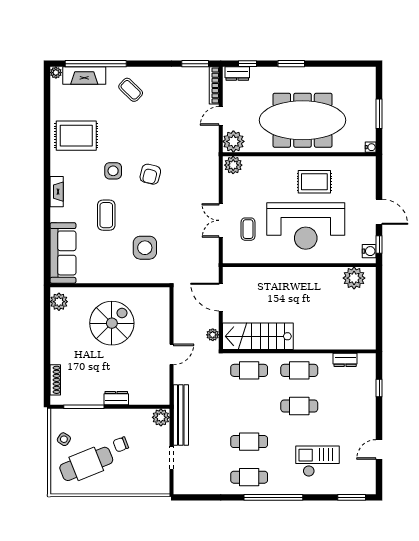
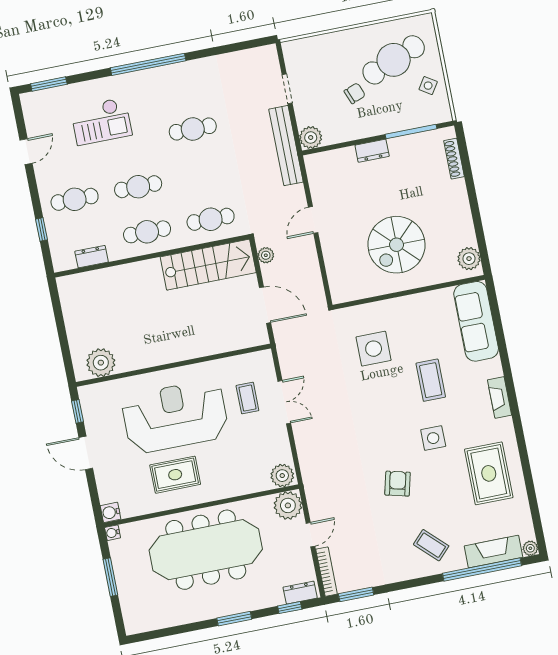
rug: (76, 136) -> (489, 473), turned 90
armchair: (150, 174) -> (398, 484), moved
water cooler: (369, 251) -> (111, 512), moved
cafe table: (249, 477) -> (75, 199), moved

